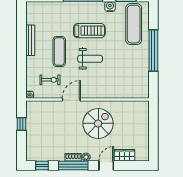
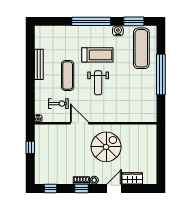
weight bench: (90, 59) -> (98, 83), turned 90
door: (71, 100) -> (80, 123), hinge flipped
window: (73, 165) -> (81, 189), width x0.46

